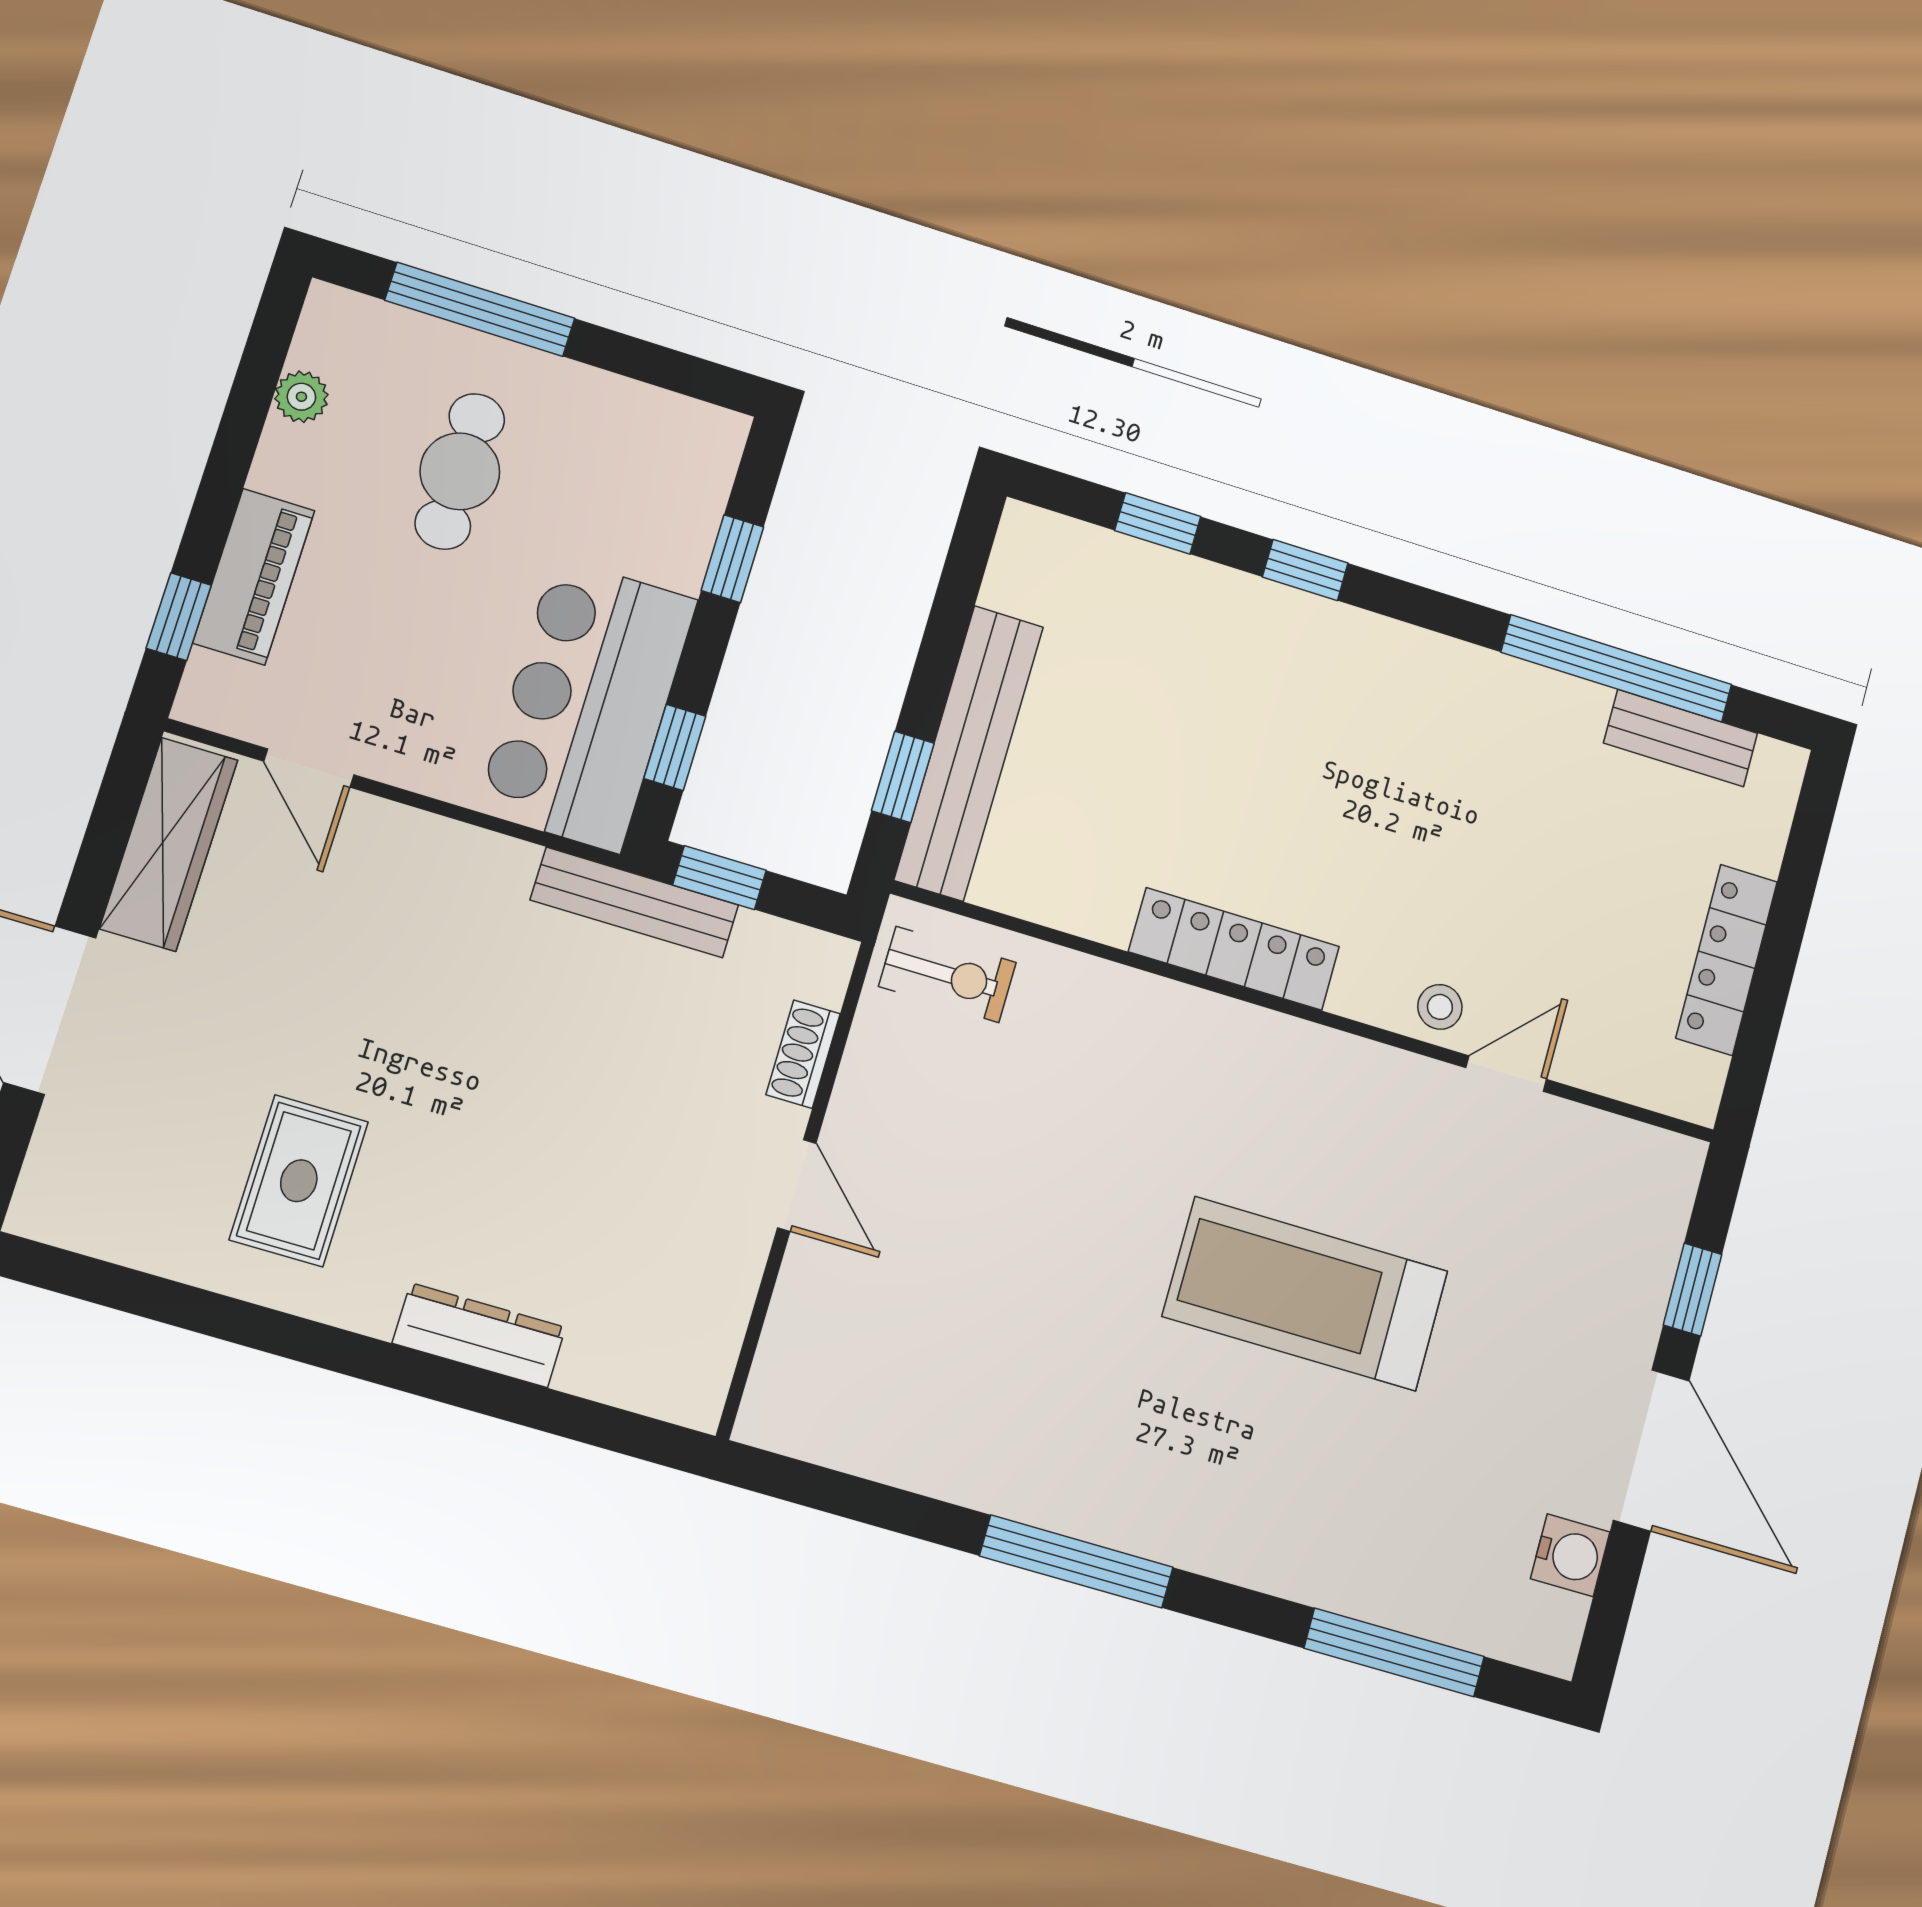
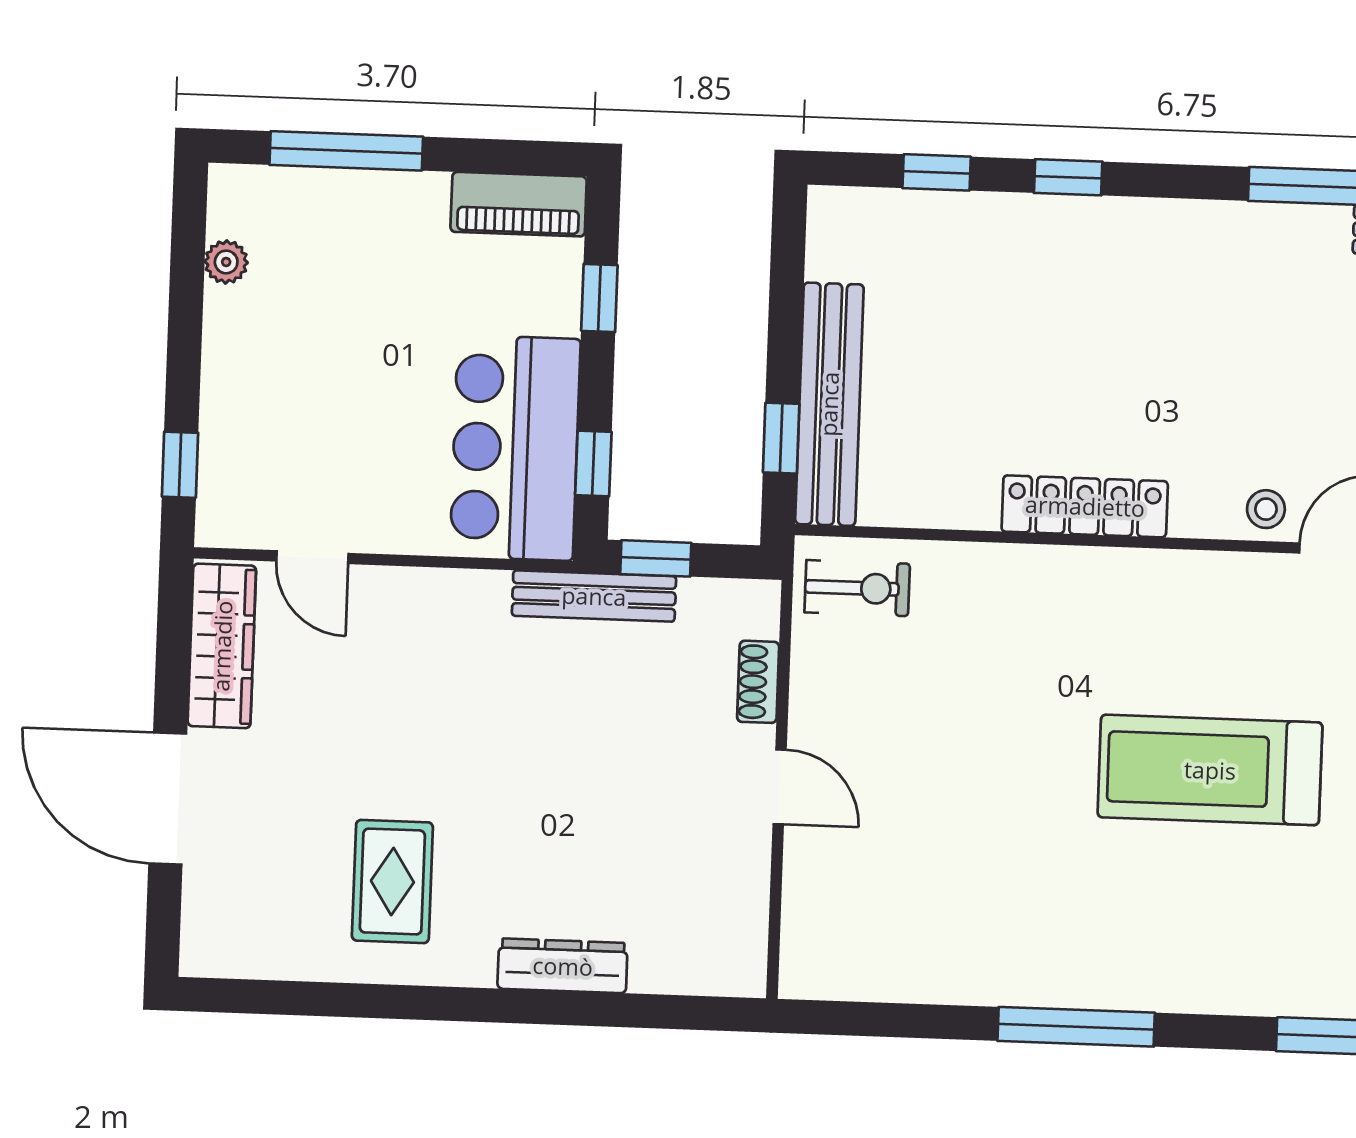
cafe table: (460, 471) -> (366, 287), removed
piano: (254, 577) -> (519, 204), moved, turned 90

